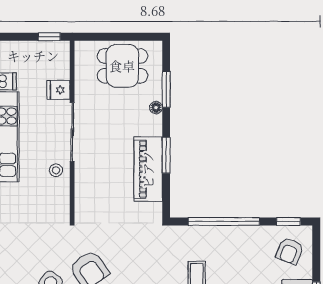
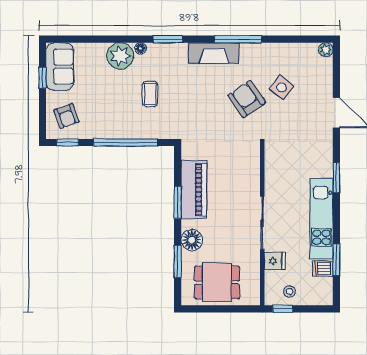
floor lamp: (156, 108) -> (192, 240), width x1.89, depth x1.89
stool: (56, 170) -> (289, 292), moved
armchair: (290, 251) -> (66, 116), turned 138

